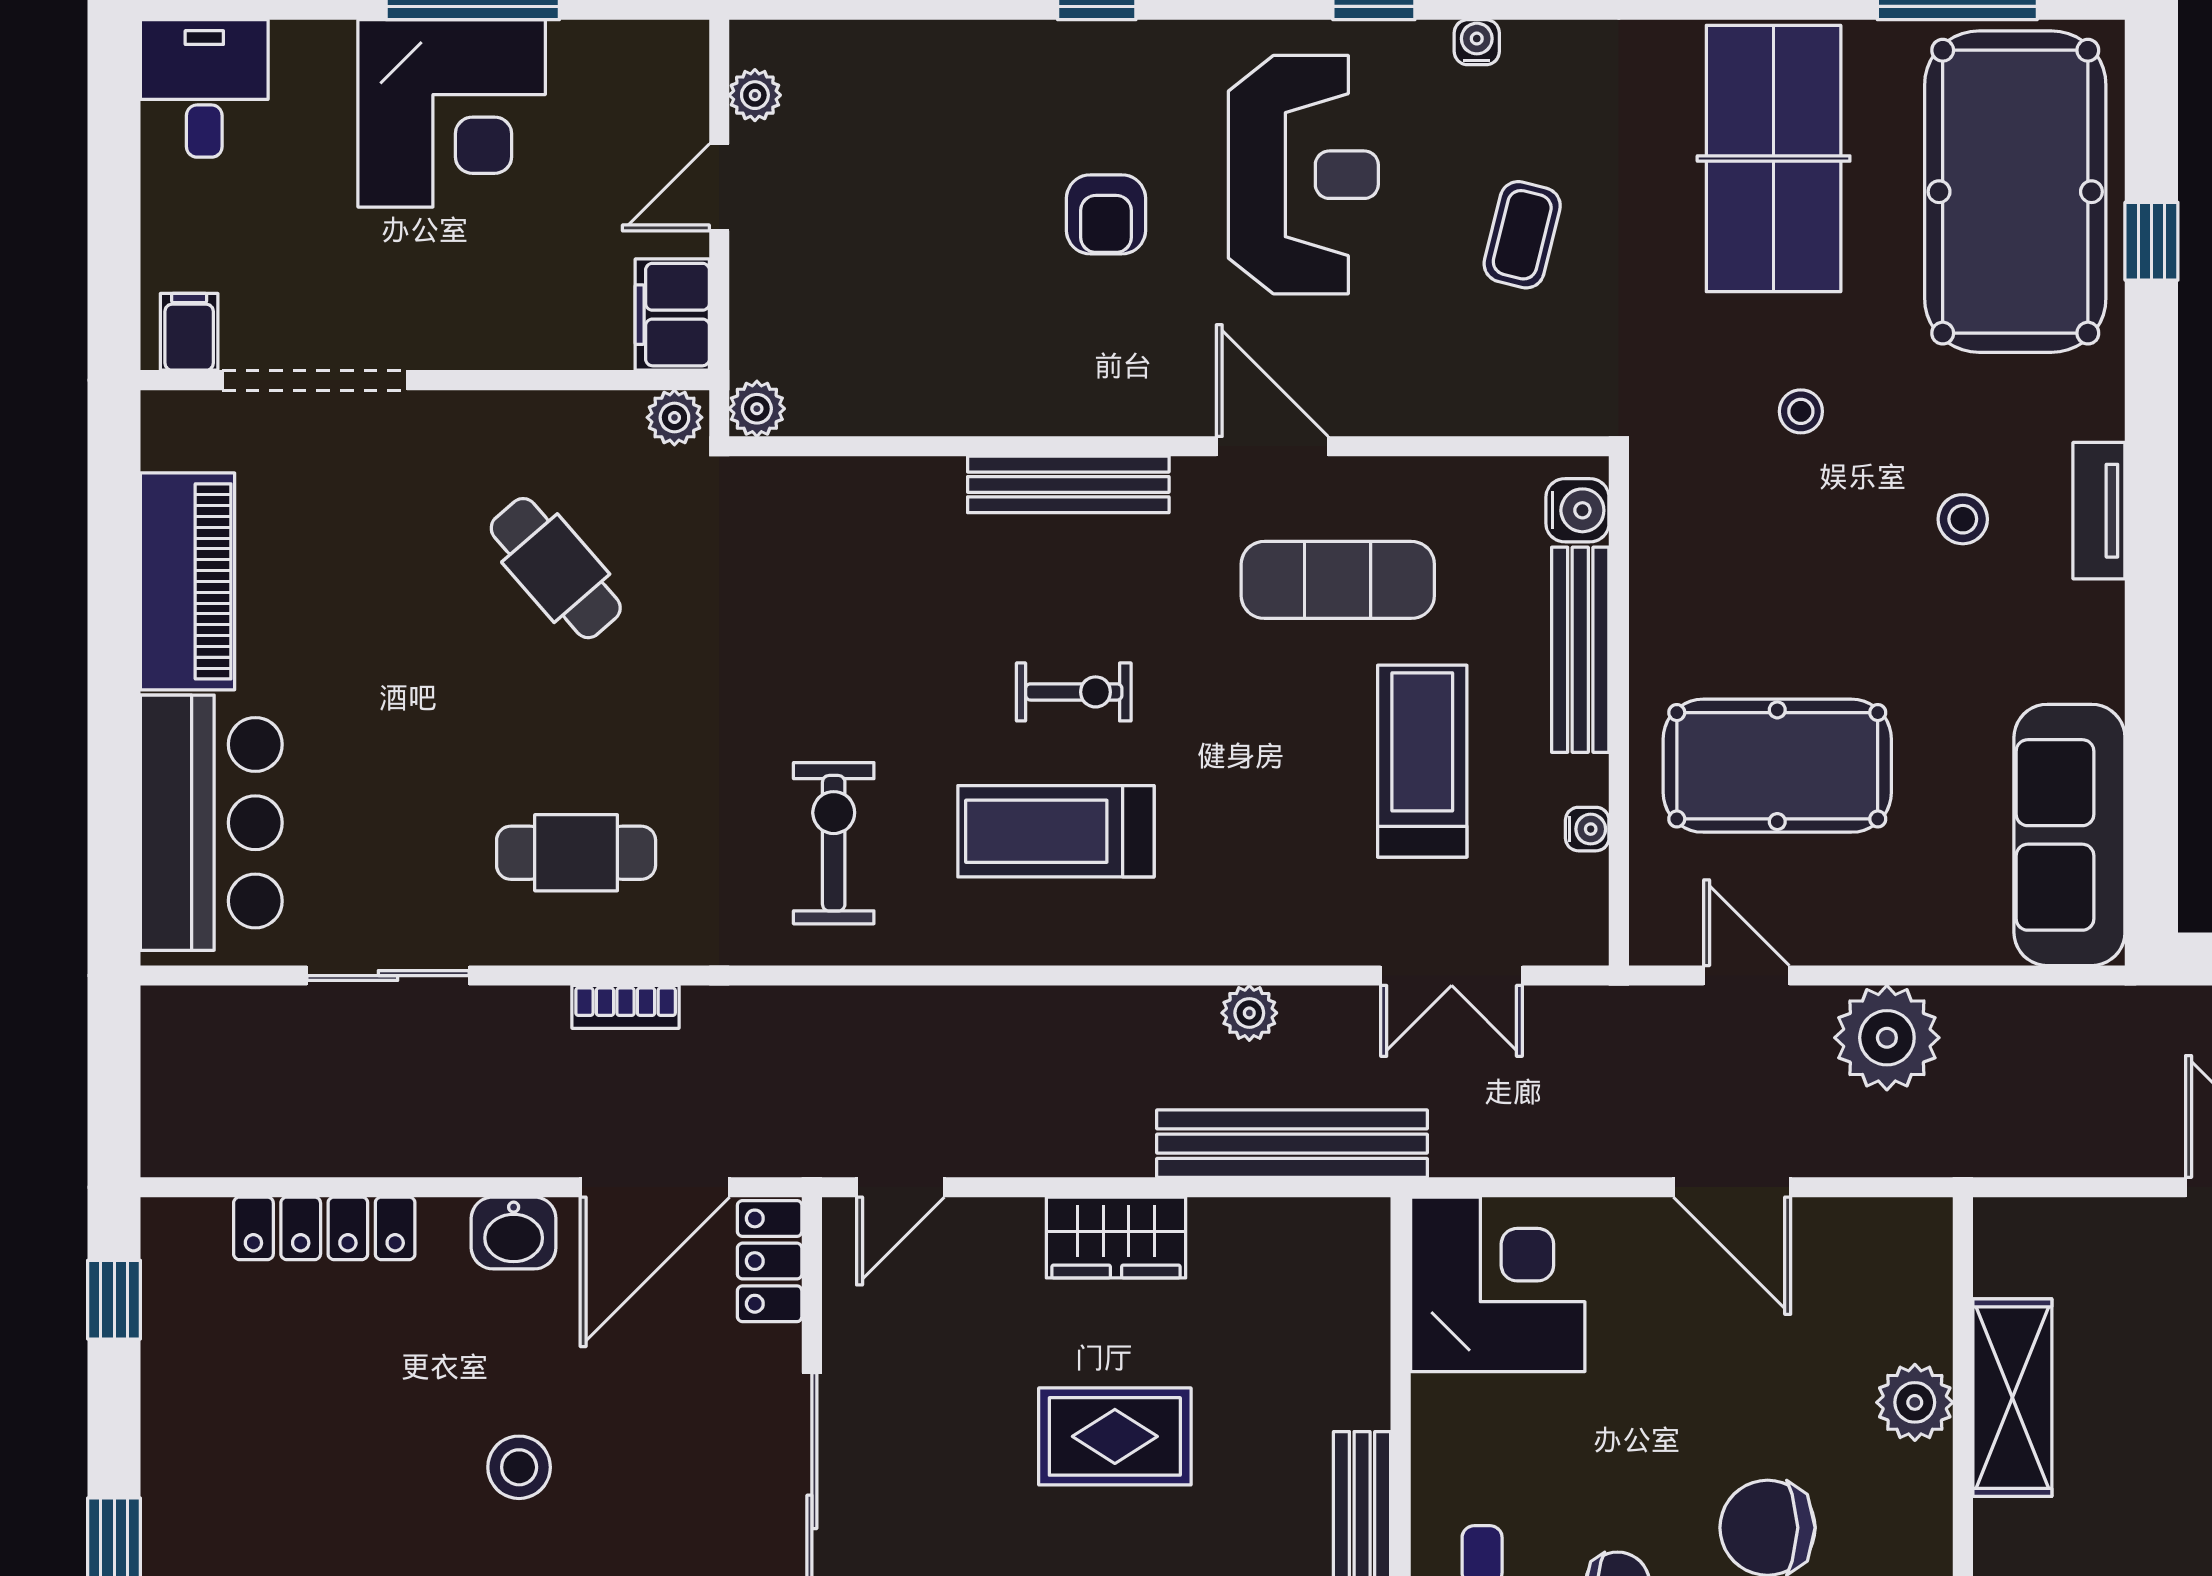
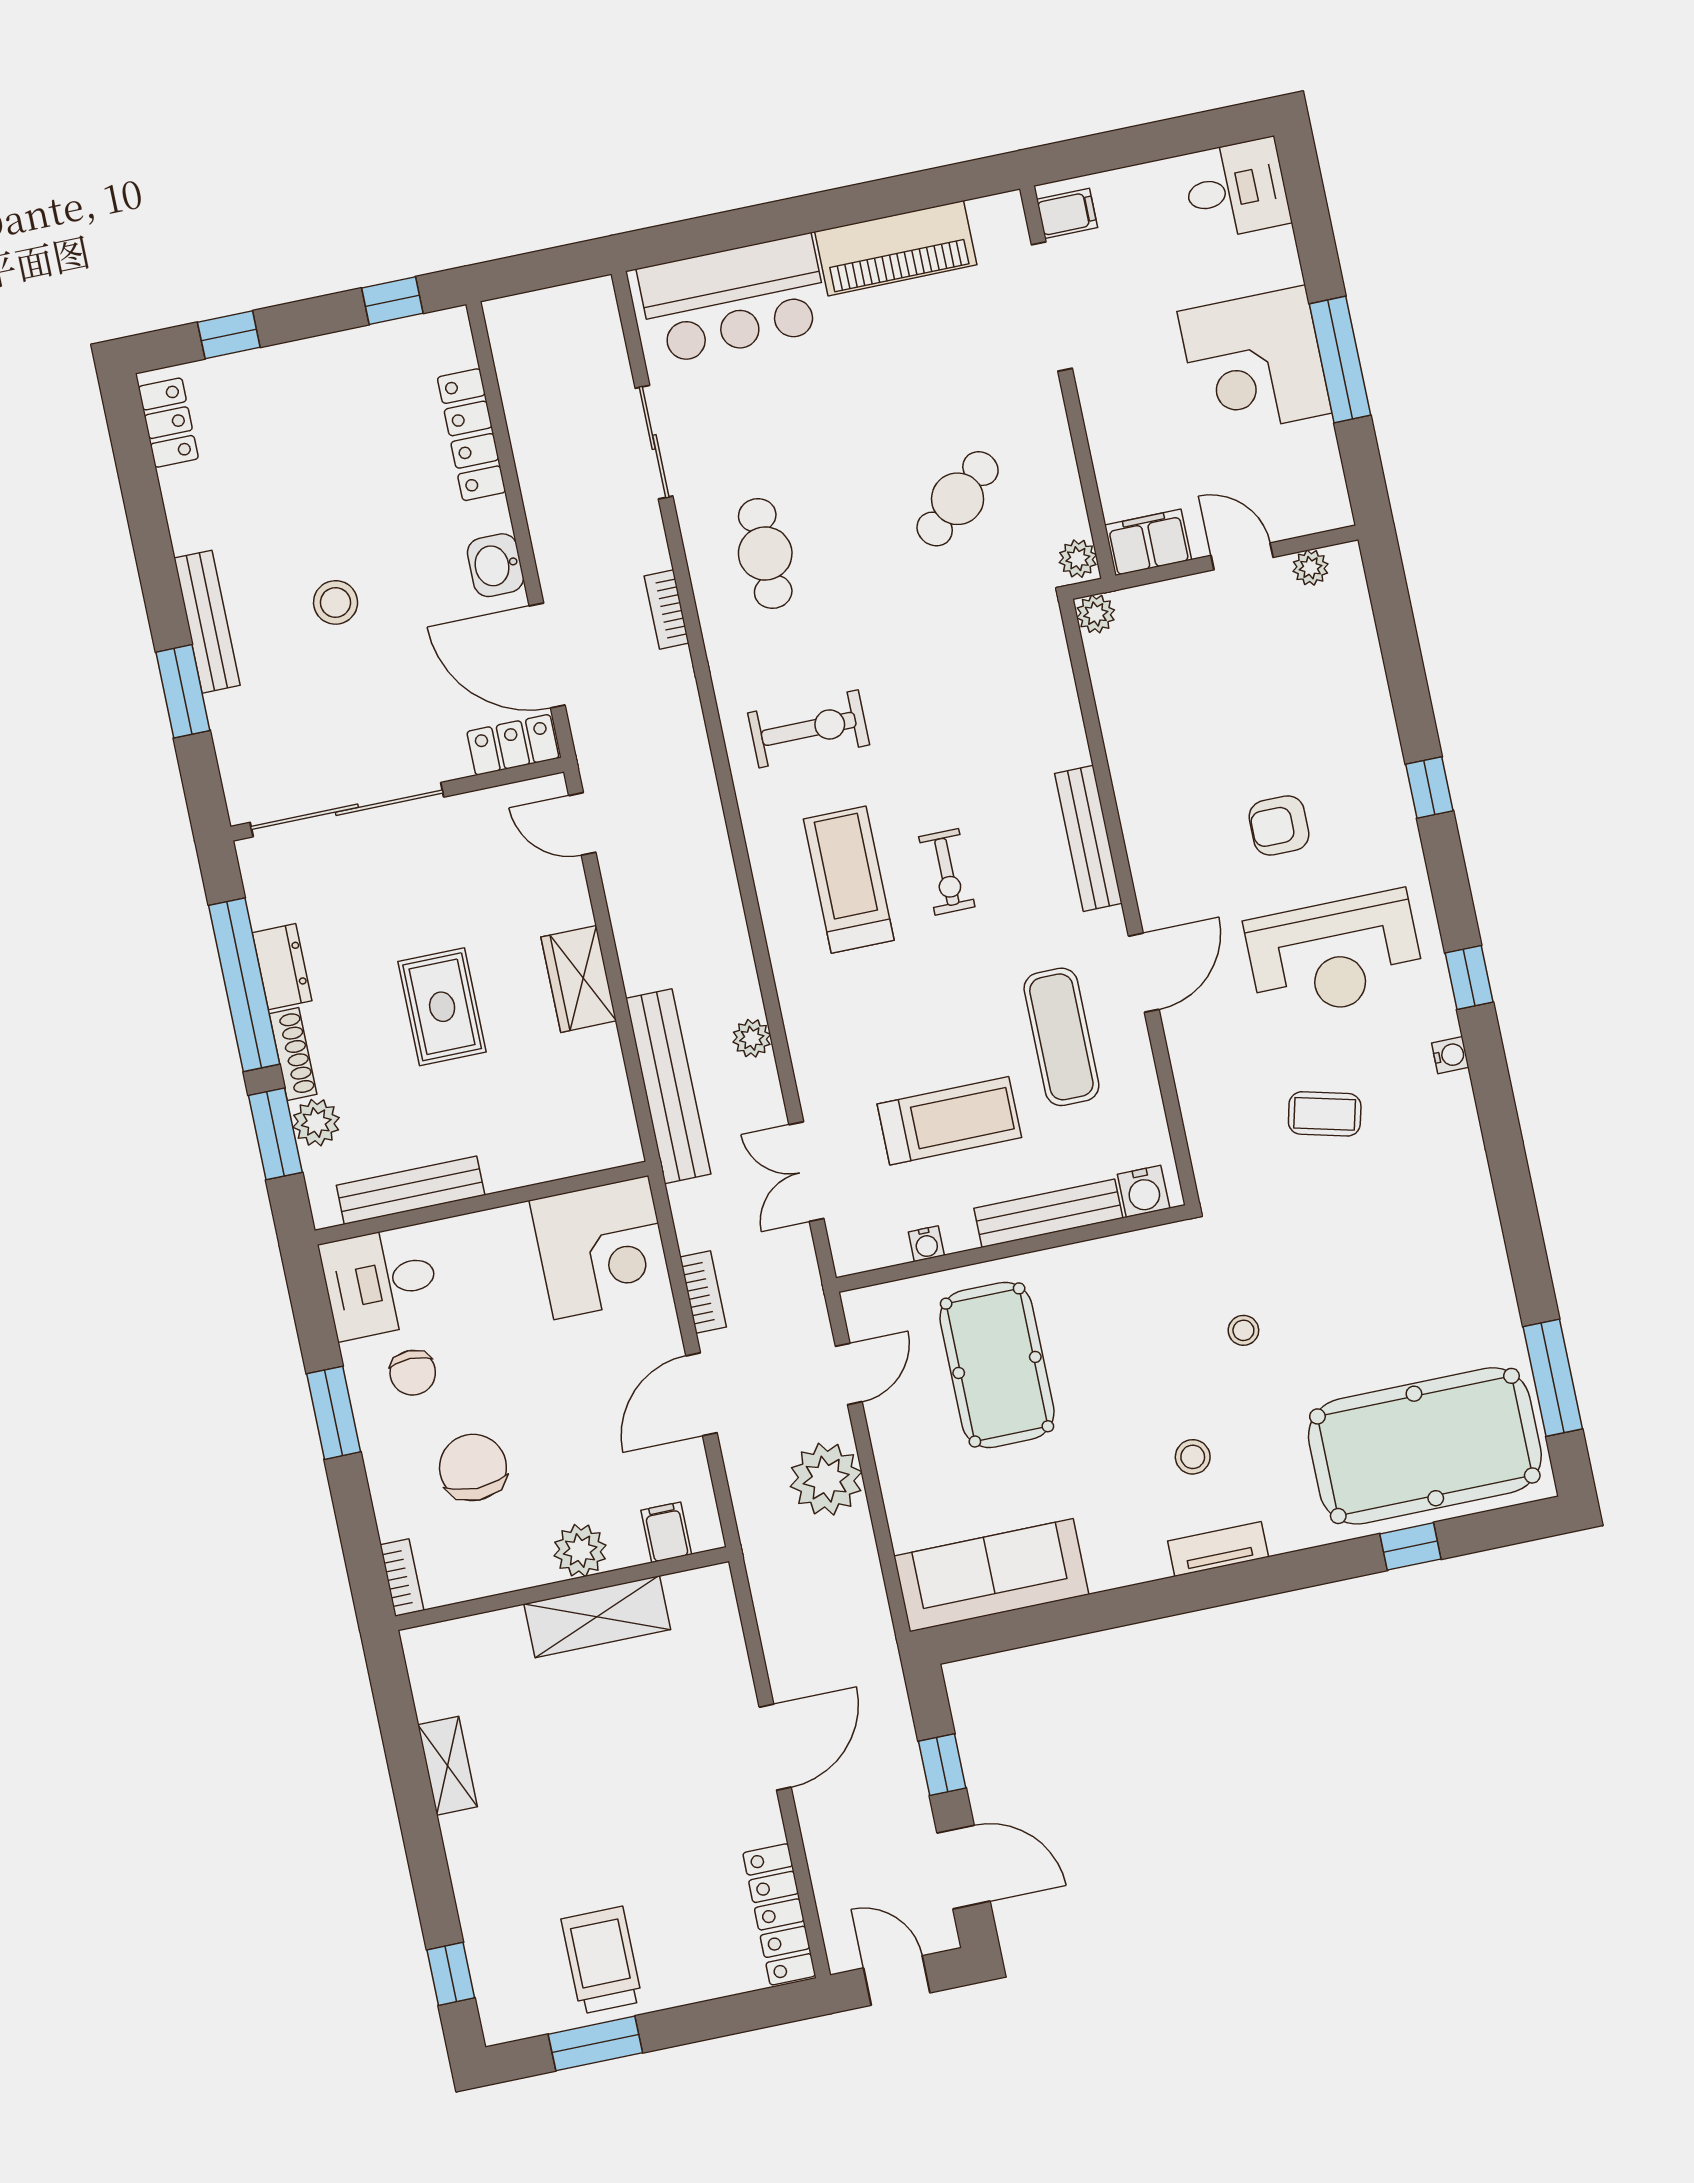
table tennis table: (1774, 159) -> (1413, 1275), removed
bookcase: (1590, 1155) -> (703, 1292), added
filing cabinet: (1914, 1277) -> (666, 1532), added

